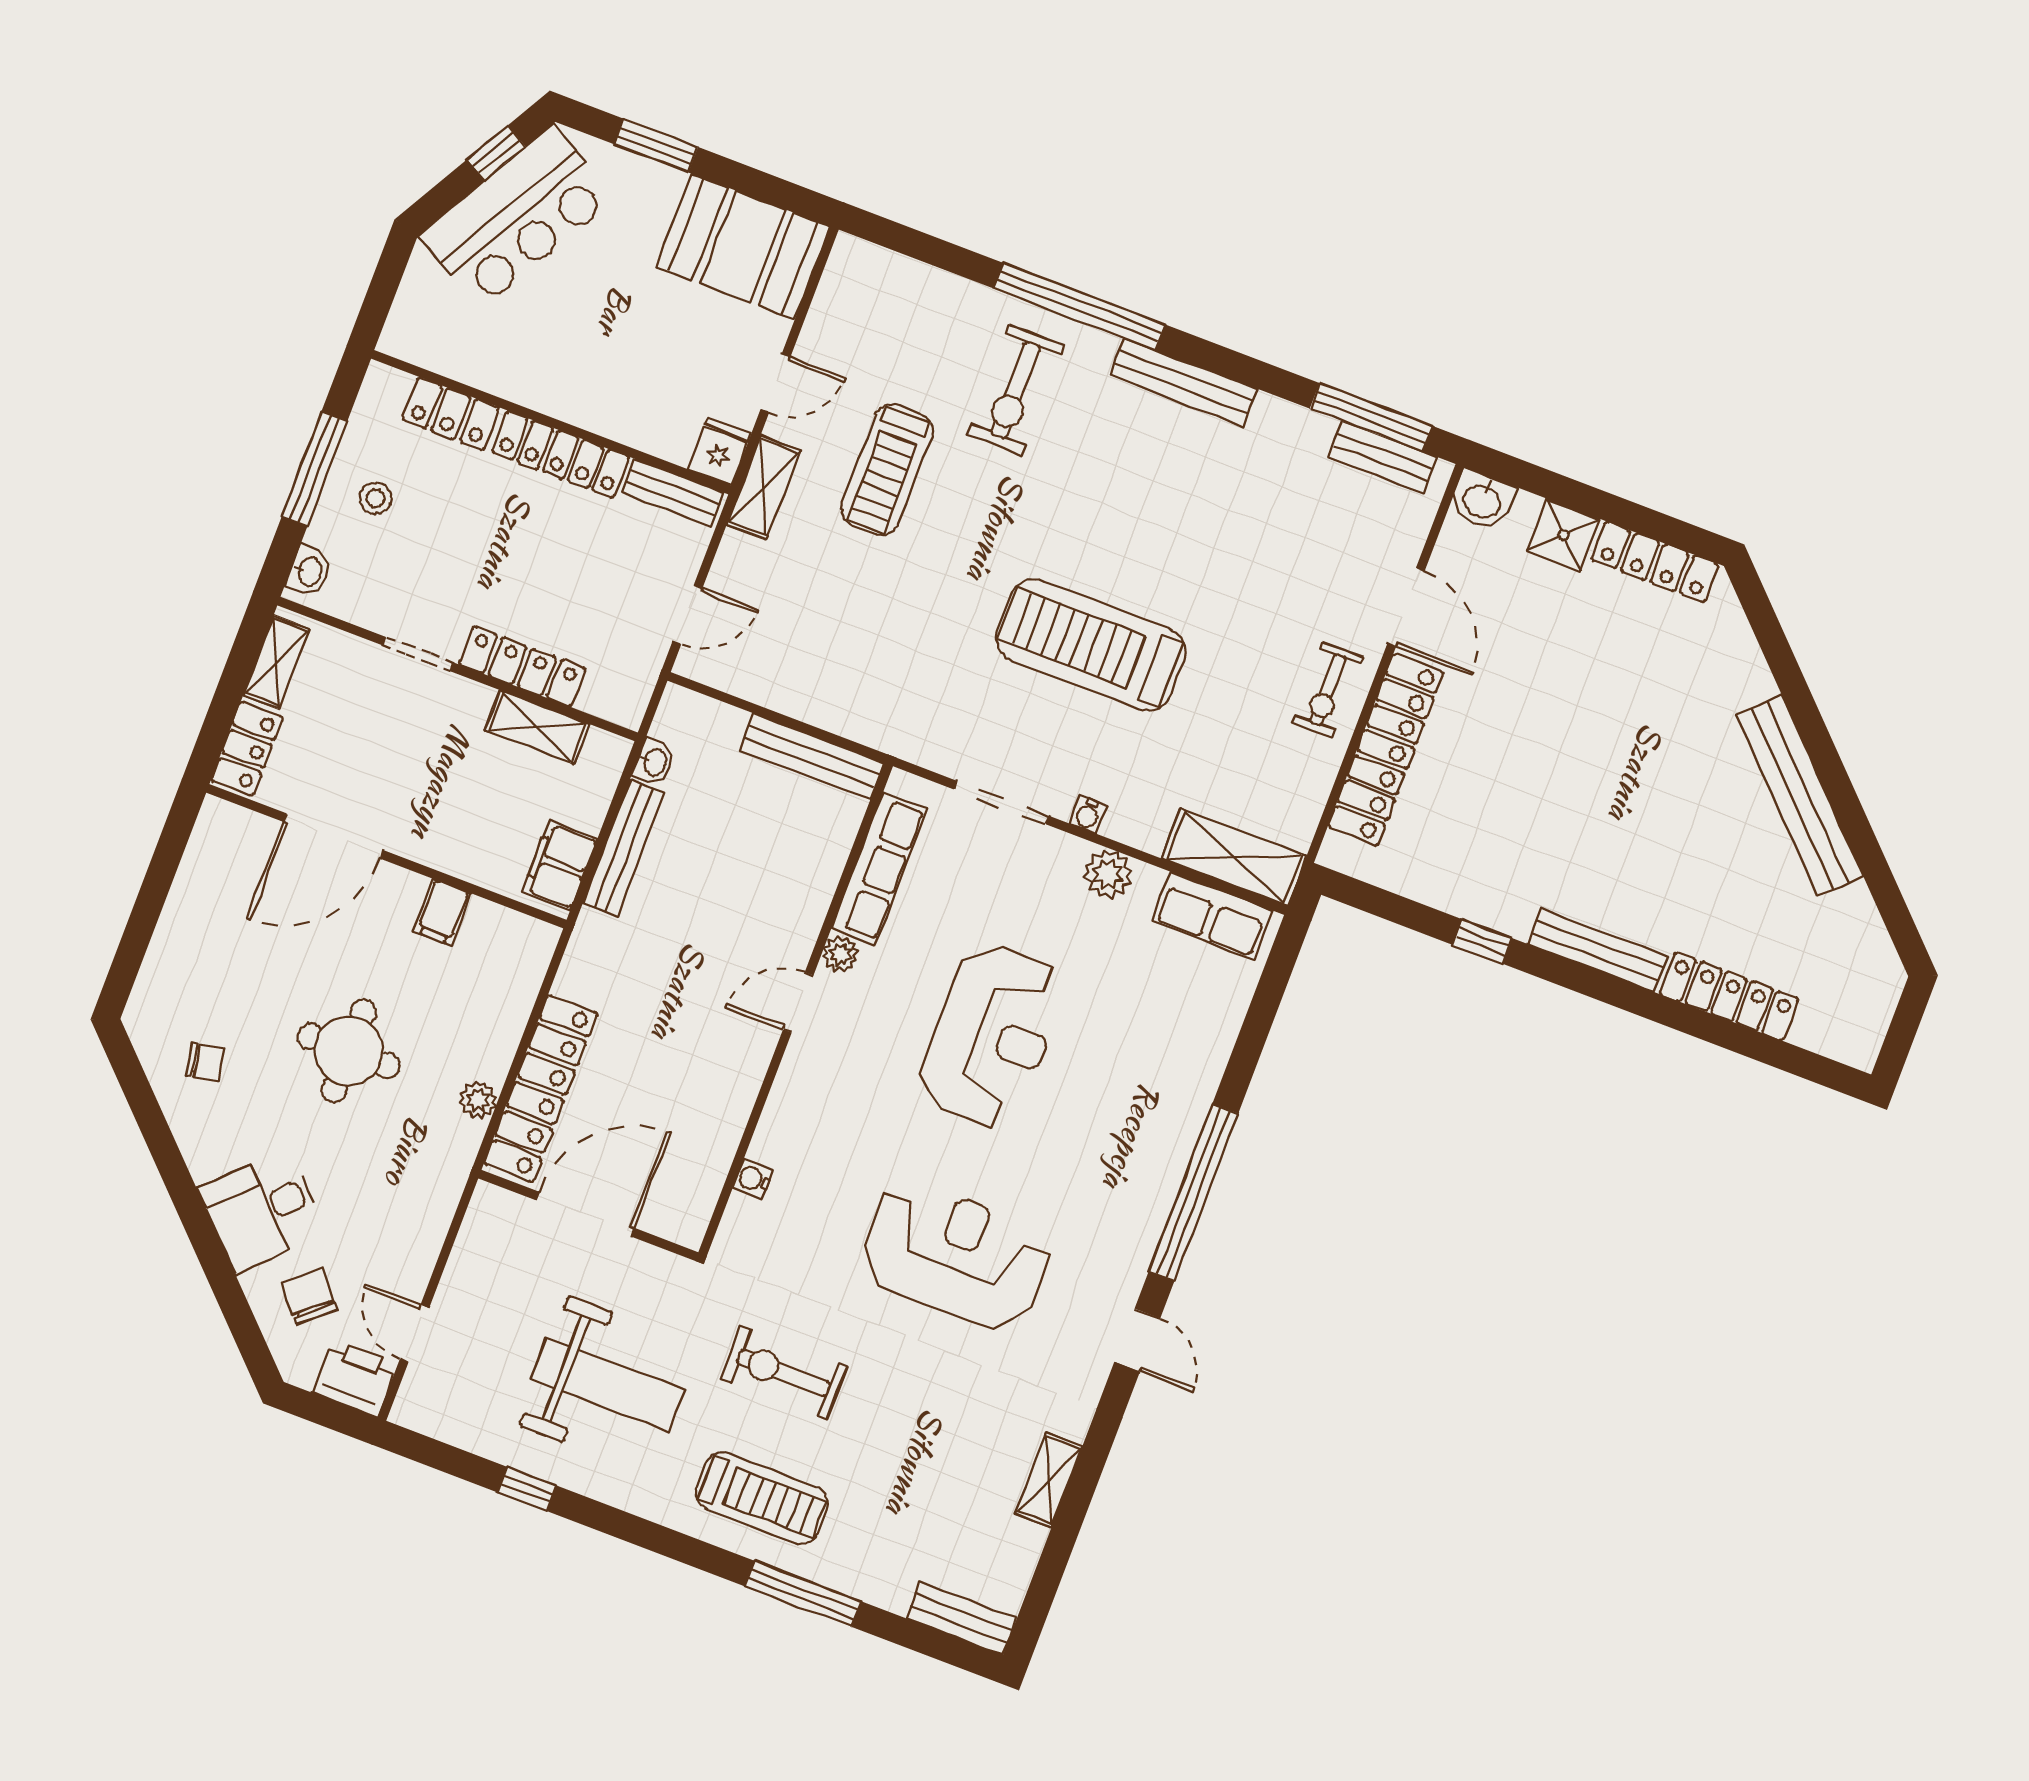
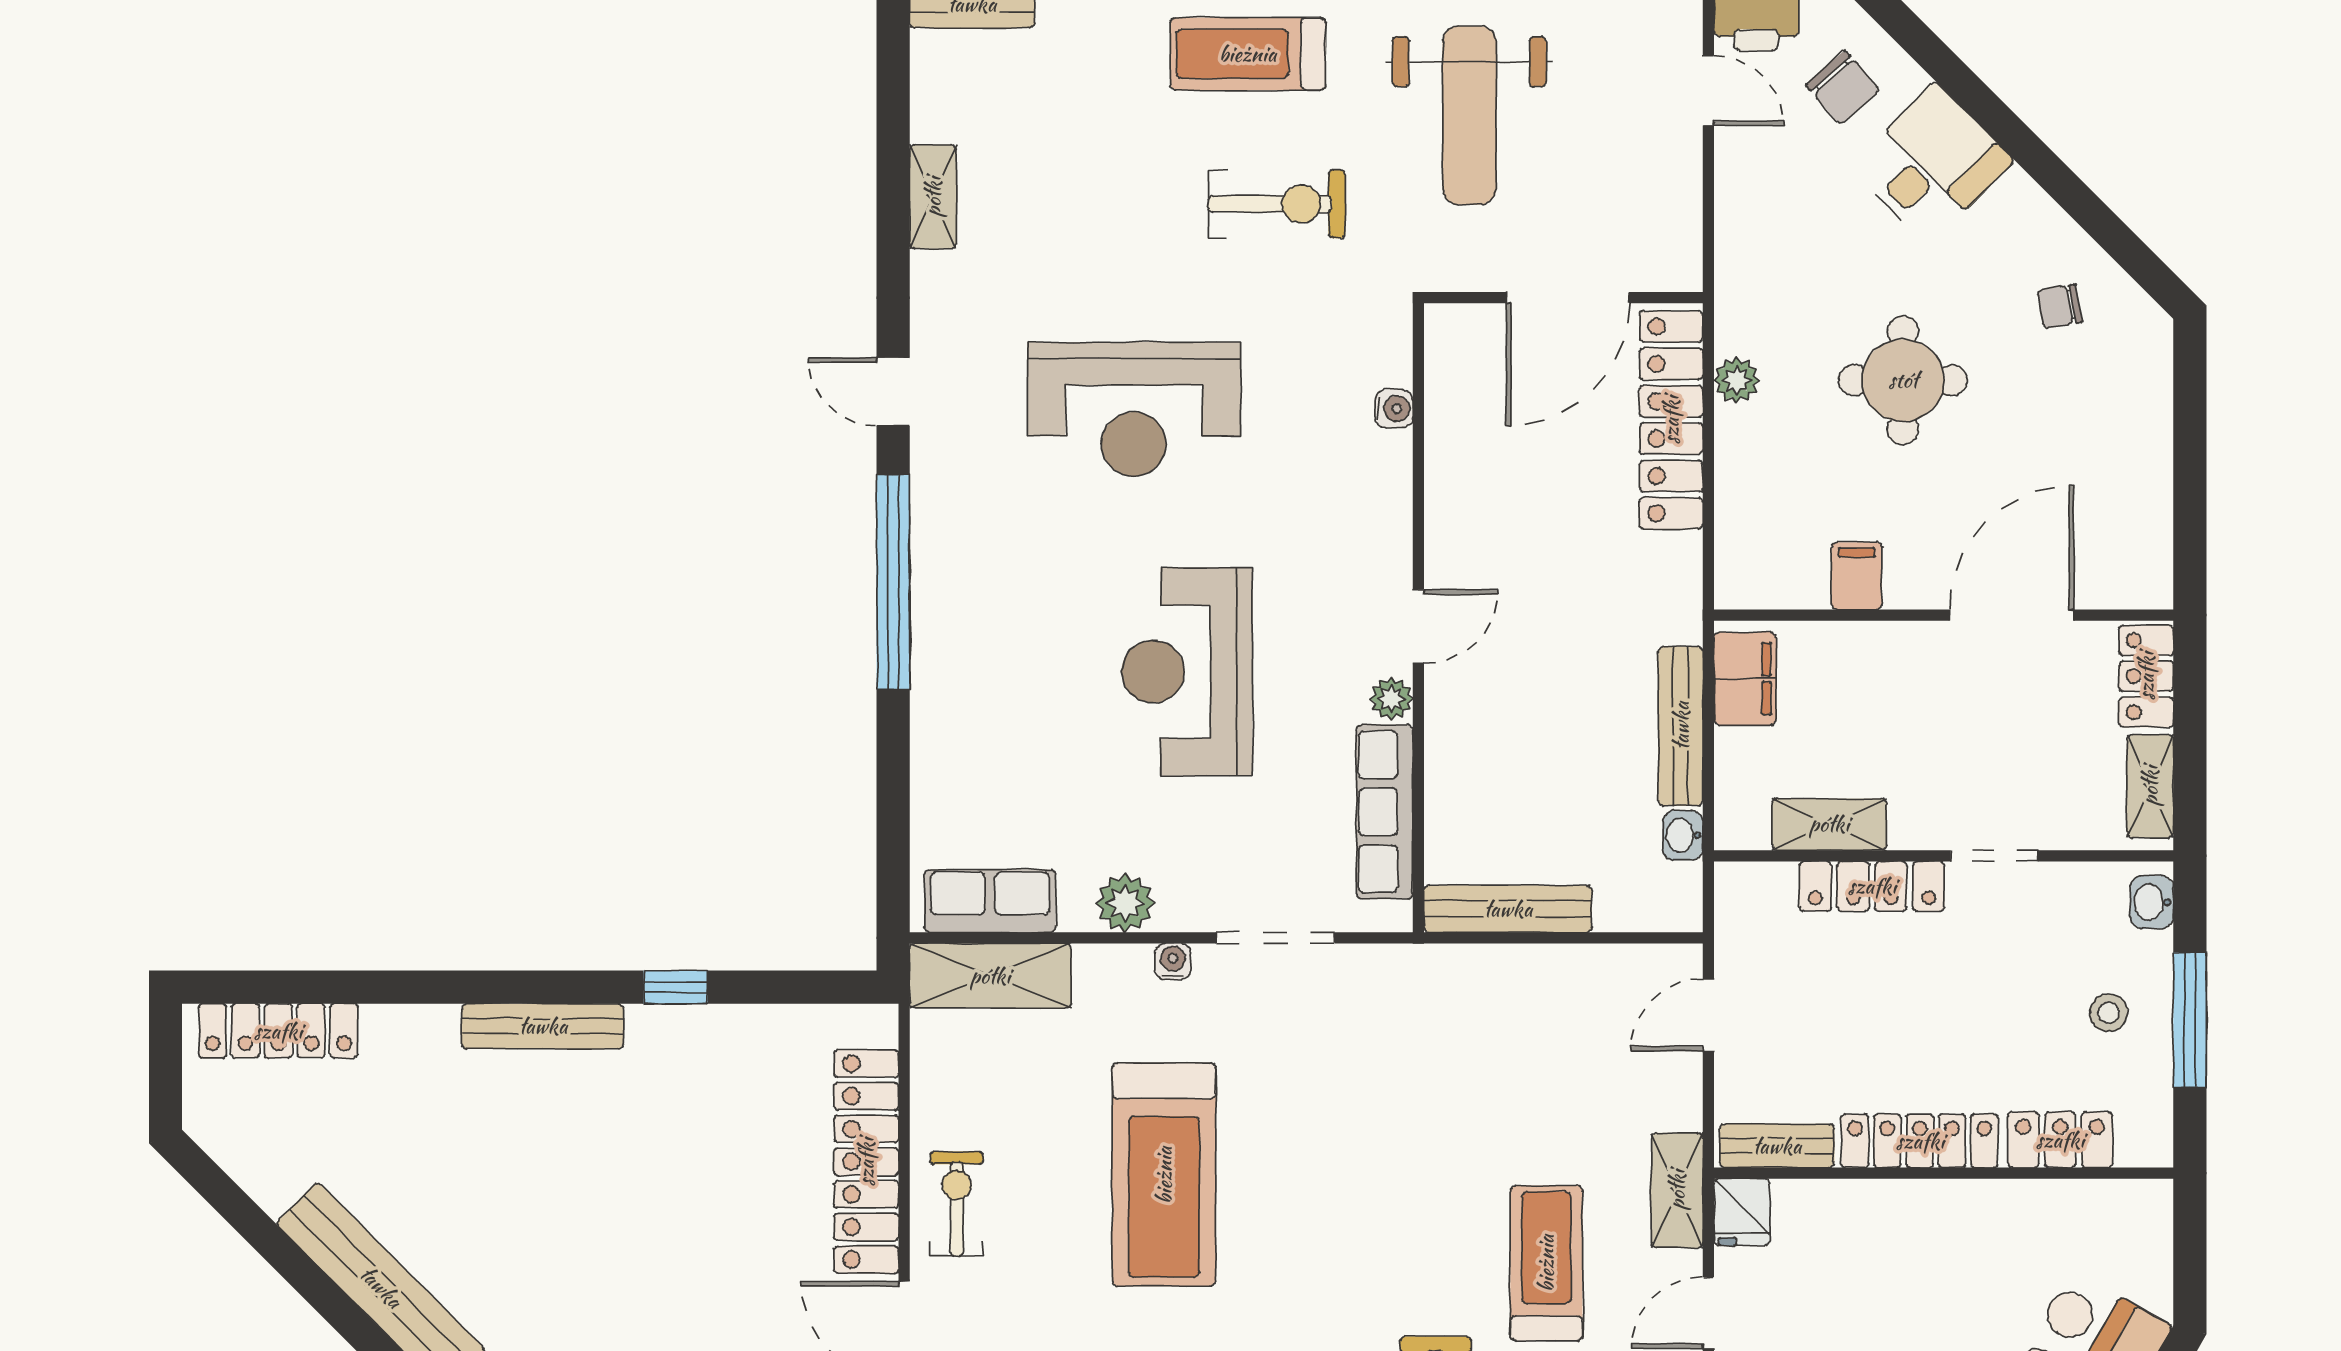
treadmill: (1091, 645) -> (1164, 1175), moved, turned 90
locker: (1729, 996) -> (278, 1031), moved
weight bench: (608, 1385) -> (1469, 115), turned -90

